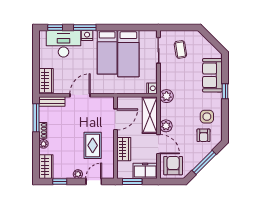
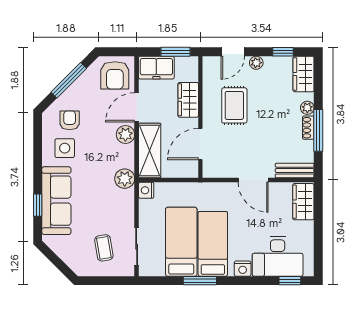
window: (85, 27) -> (200, 281), moved
sofa: (212, 75) -> (56, 201), width x1.36
window: (225, 91) -> (38, 205), moved
door: (80, 95) -> (253, 180), hinge flipped
window: (36, 118) -> (318, 130), moved
door: (158, 144) -> (137, 107), hinge flipped

